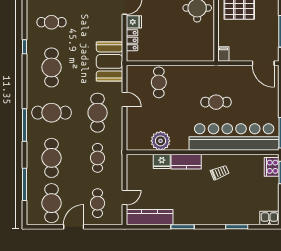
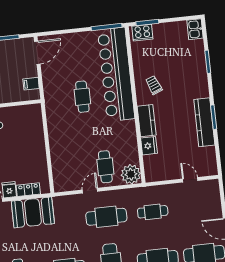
filing cabinet: (223, 54) -> (31, 84), moved
booth: (110, 61) -> (33, 212), moved
cafe table: (159, 82) -> (105, 167), moved, turned 90
plant: (161, 141) -> (131, 174), moved
cafe table: (98, 203) -> (199, 207), removed
kitchen counter: (150, 217) -> (204, 122), moved

